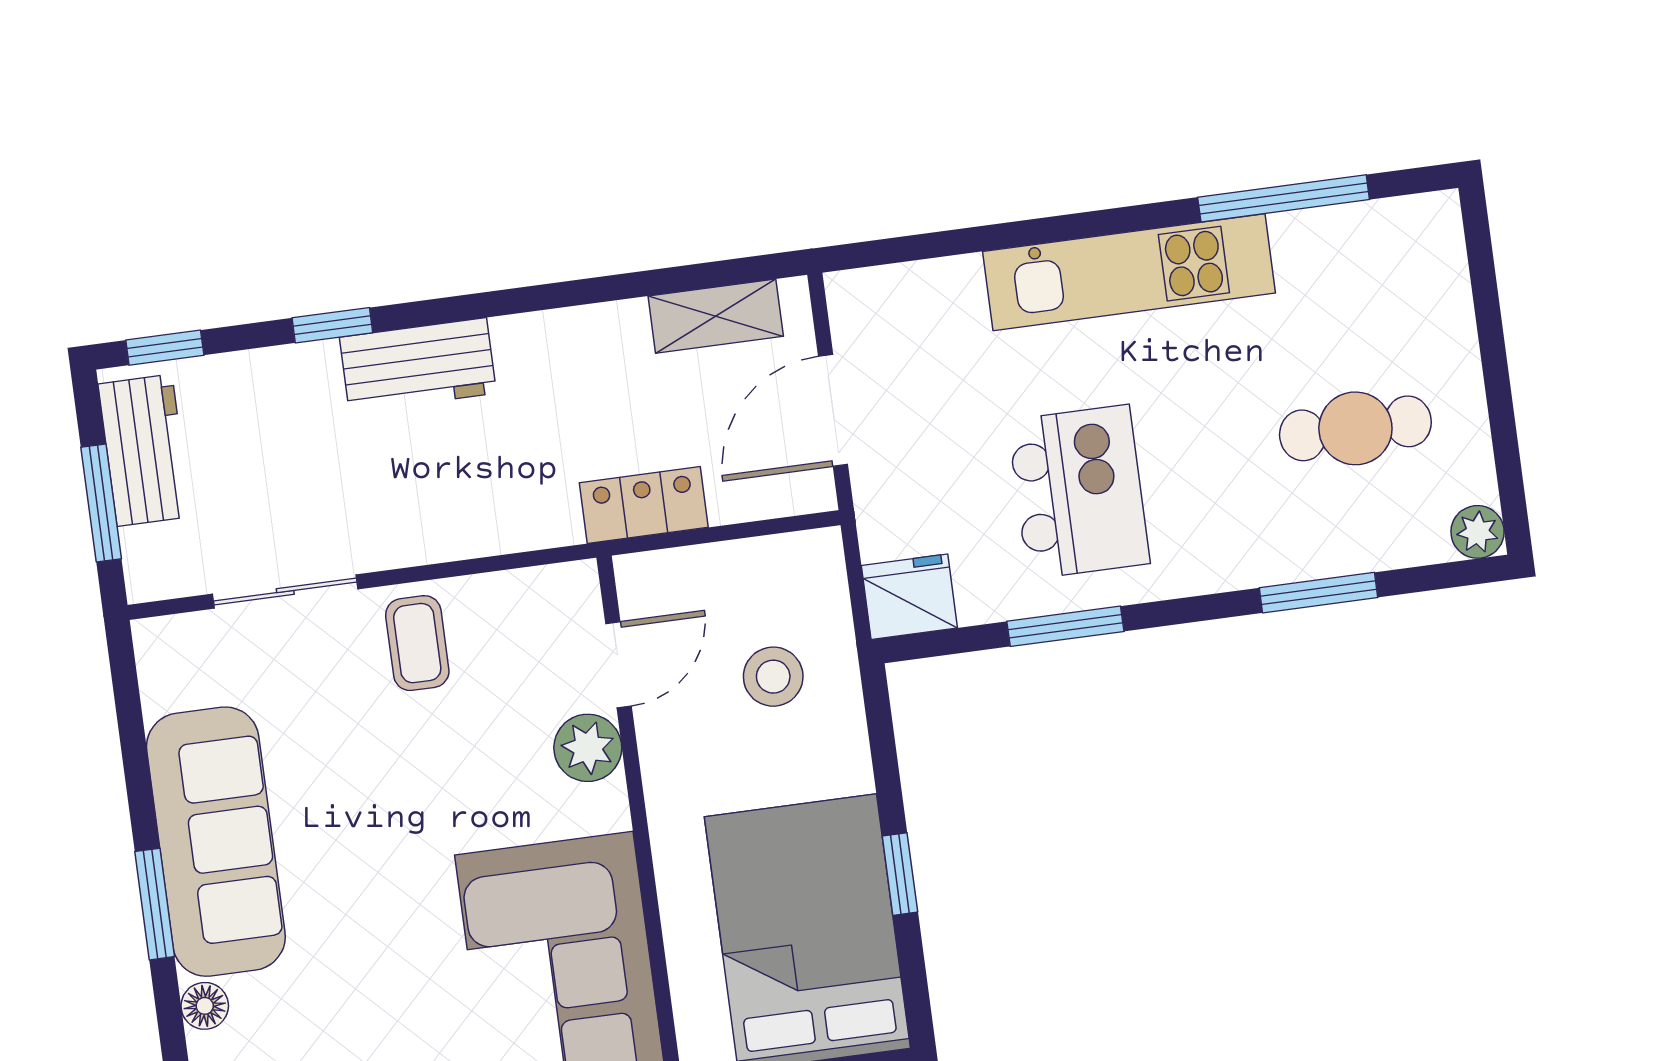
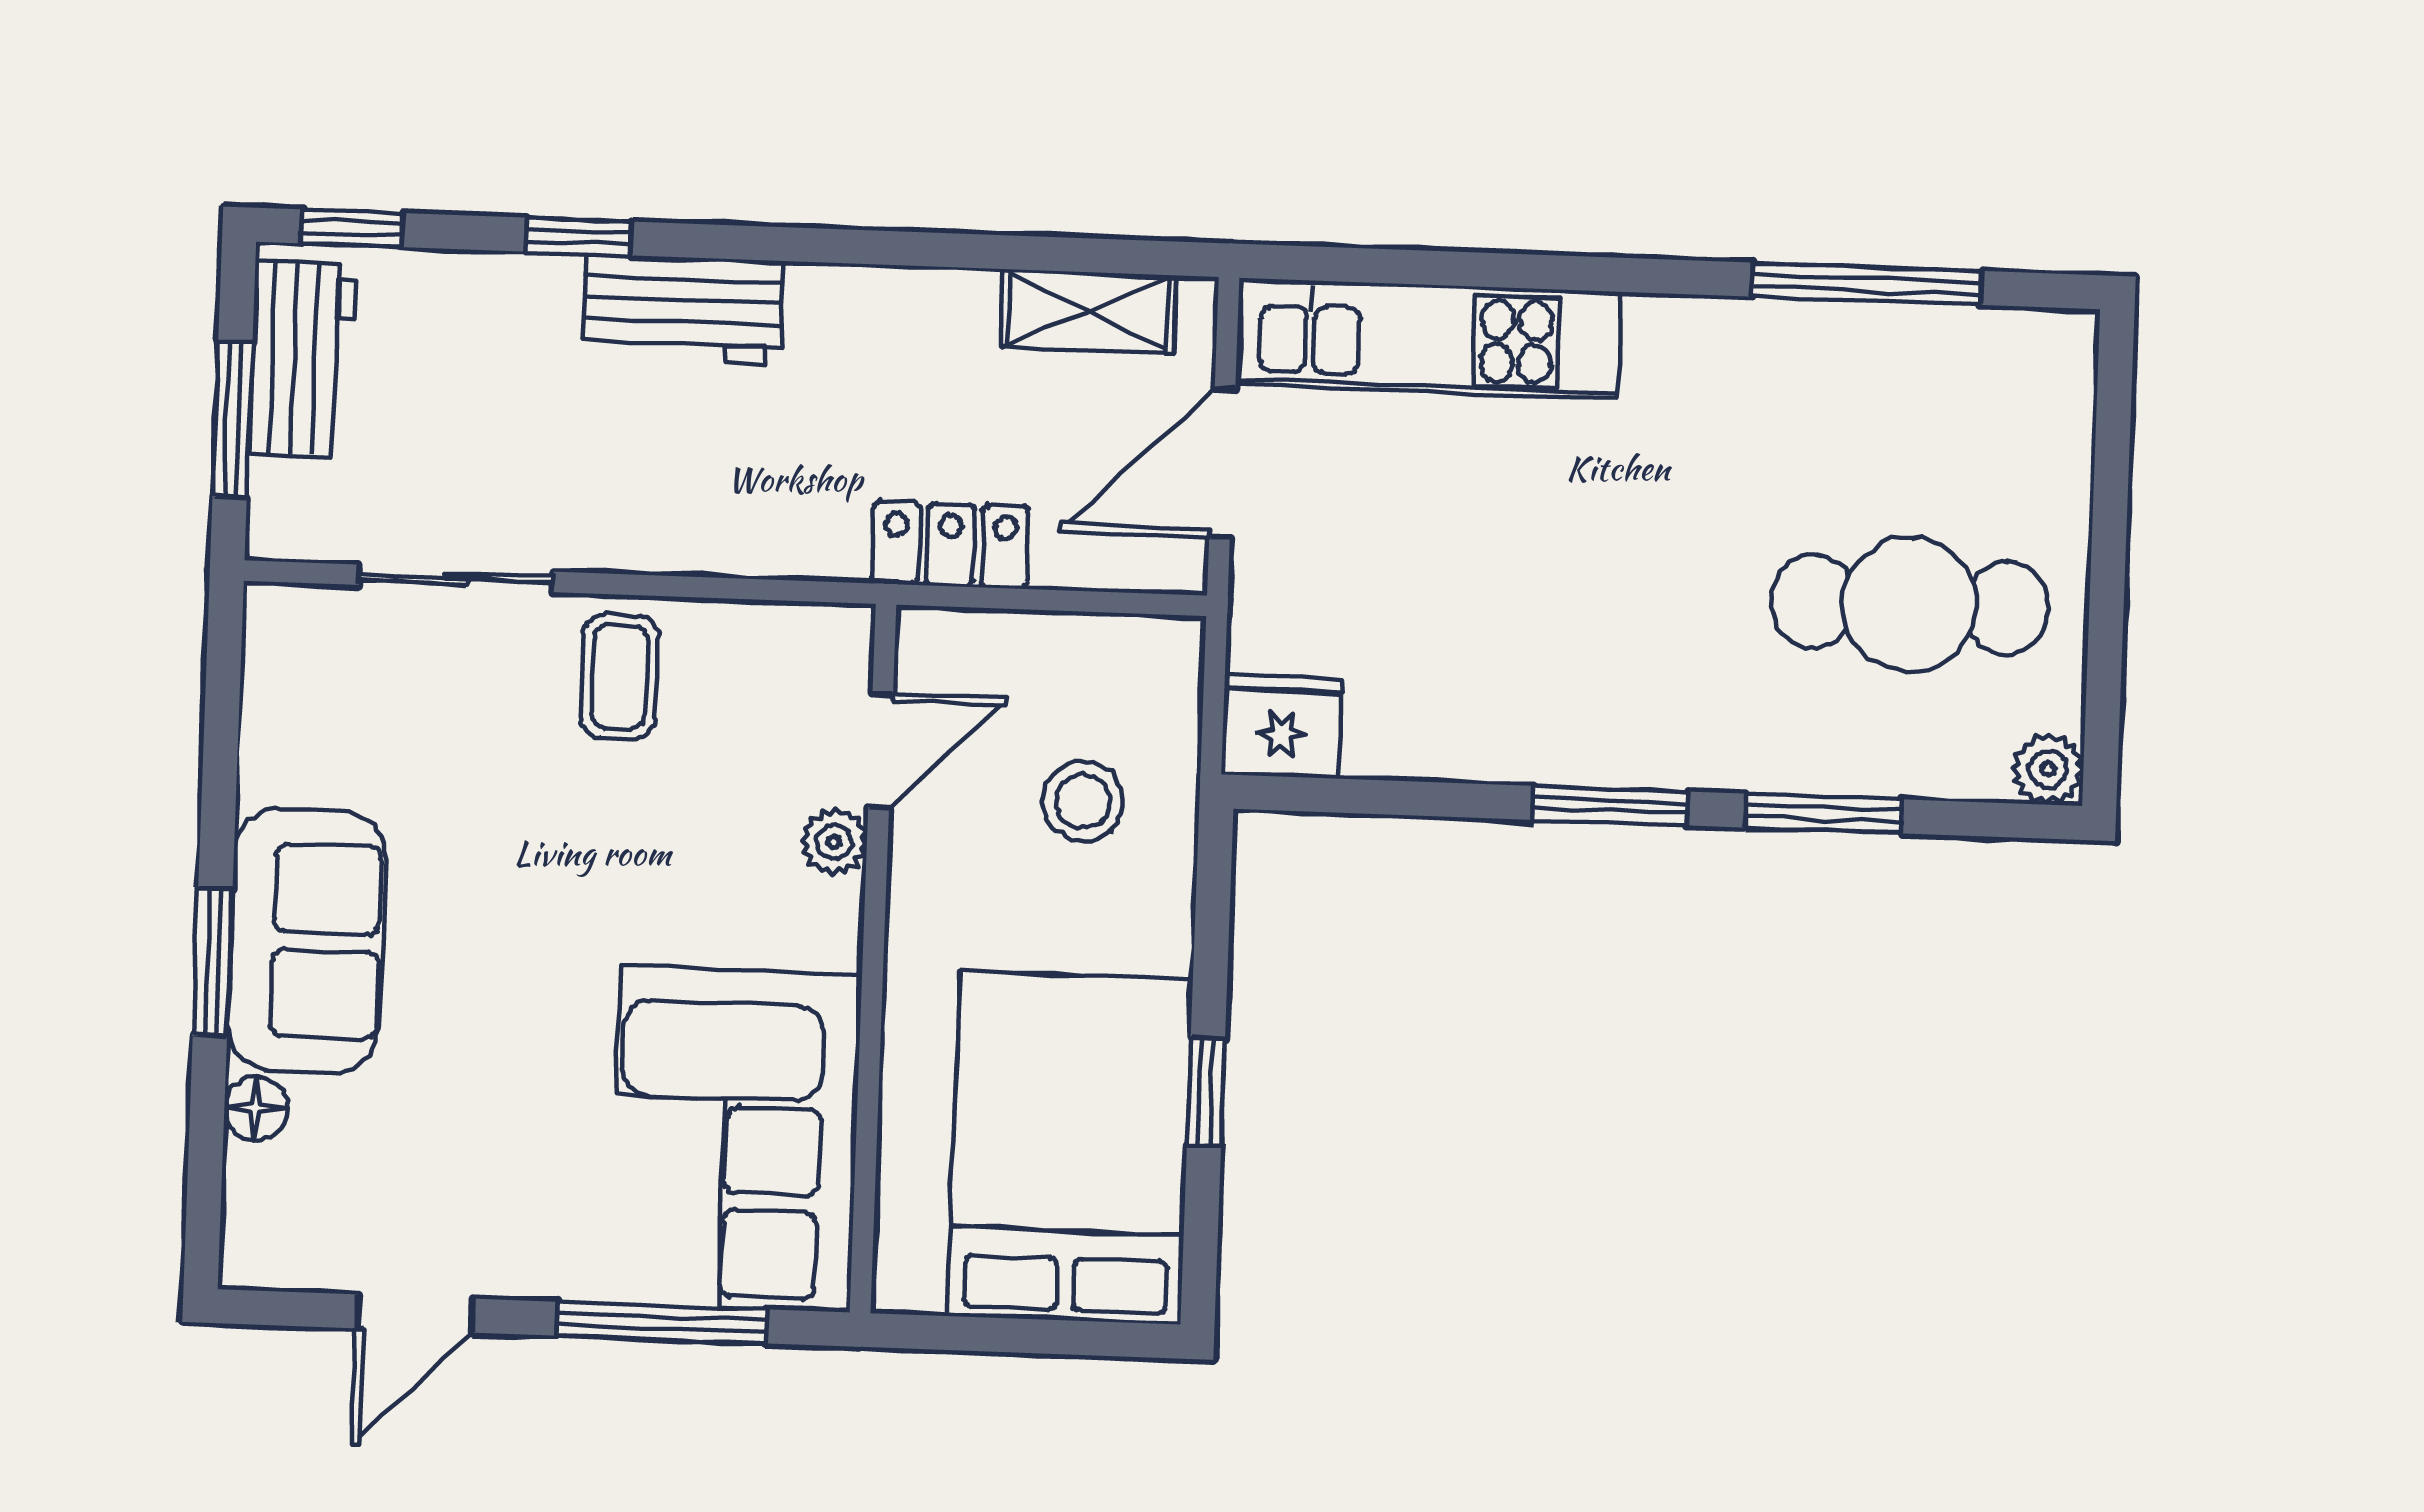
kitchen unit: (1129, 272) -> (1428, 339), moved
cafe table: (1355, 428) -> (1910, 604), width x1.37, depth x1.35
kitchen island: (1079, 492) -> (1529, 626), removed
window: (1065, 626) -> (1610, 806), moved
plant: (588, 748) -> (834, 842), width x0.73, depth x0.73
sofa: (216, 842) -> (306, 941), width x0.73

